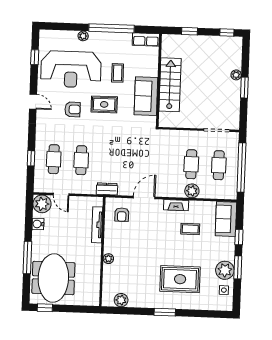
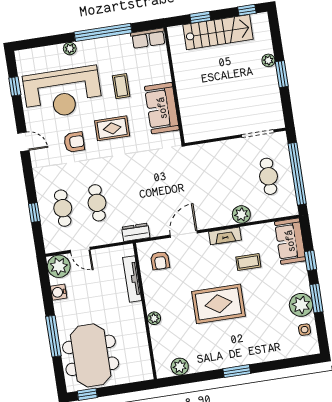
stairs: (170, 85) -> (218, 32), moved, turned 90
cafe table: (191, 164) -> (234, 182), removed
rug: (180, 279) -> (218, 304), moved

